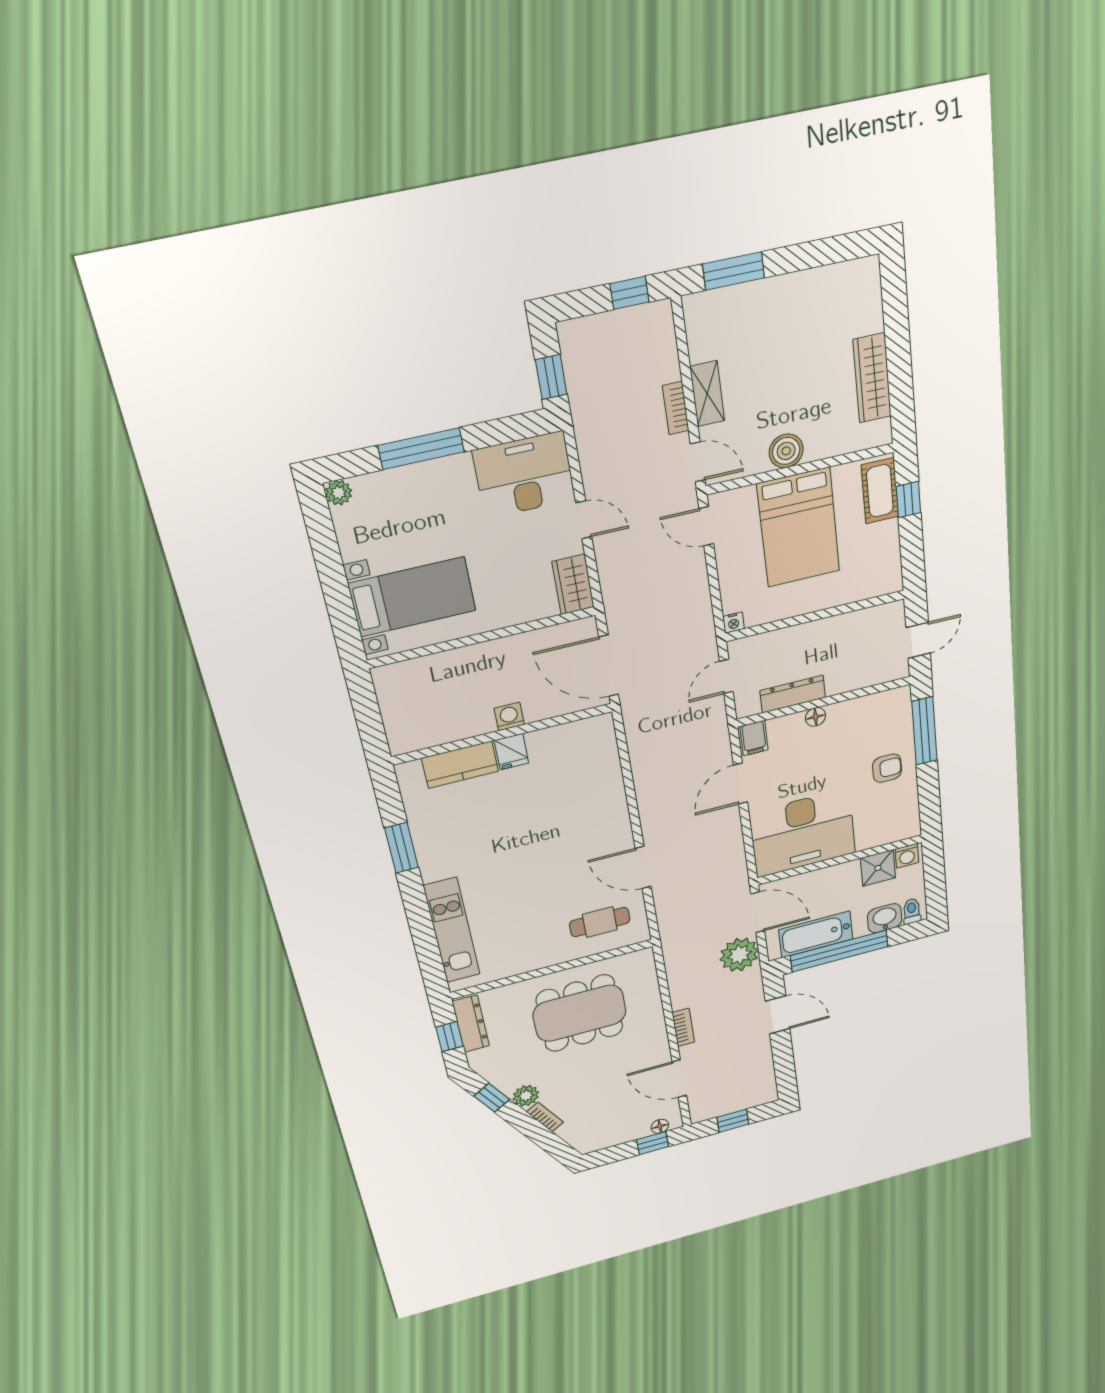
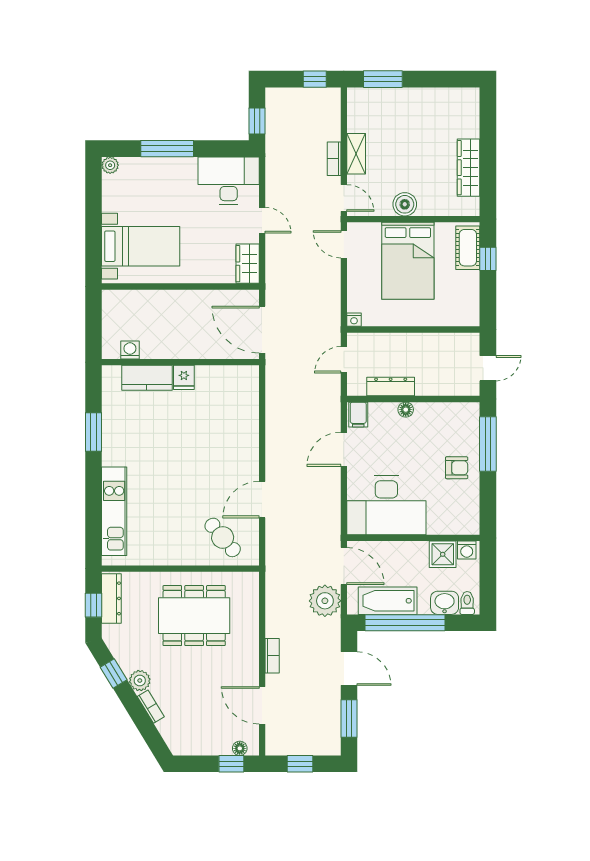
washing machine: (509, 717) -> (130, 350), moved
door: (643, 867) -> (262, 500), hinge flipped
cafe table: (600, 922) -> (223, 537), turned 50
window: (784, 1063) -> (349, 718), added

